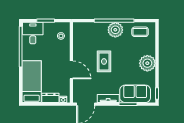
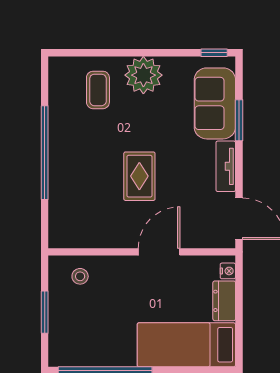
plant: (115, 30) -> (66, 150), removed
coffee table: (140, 32) -> (98, 90), moved
desk: (33, 33) -> (73, 342), removed
rug: (104, 61) -> (139, 176), turned 90

